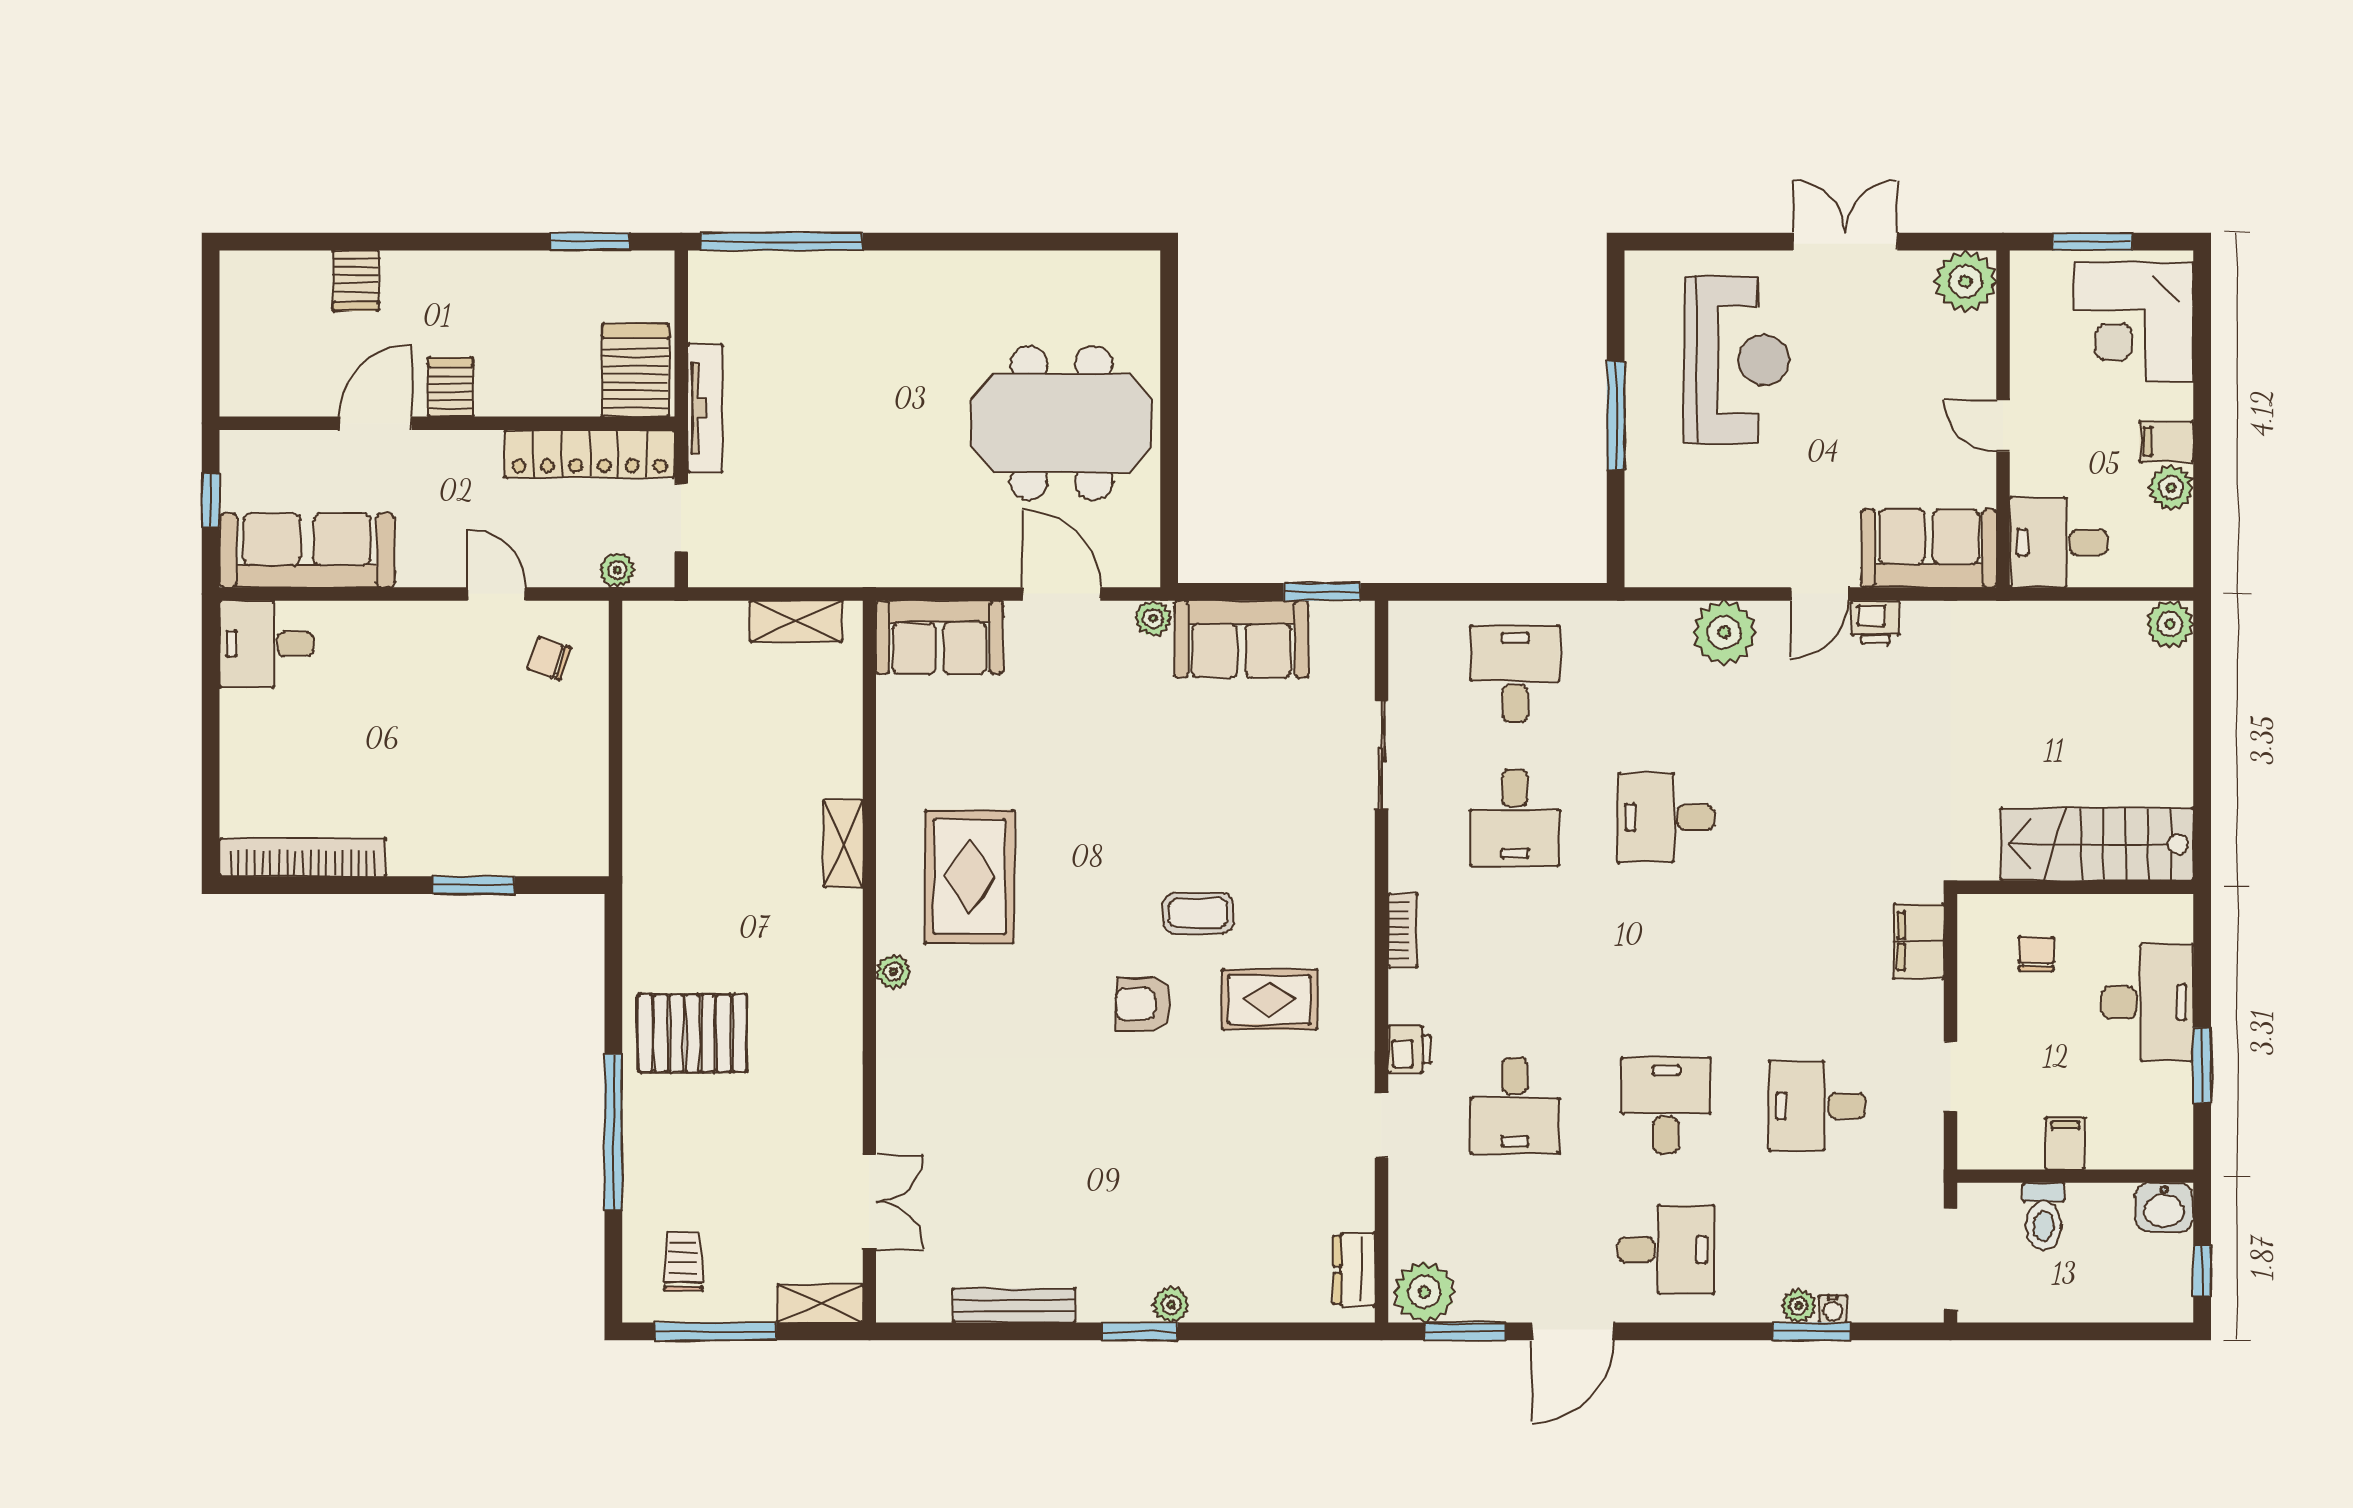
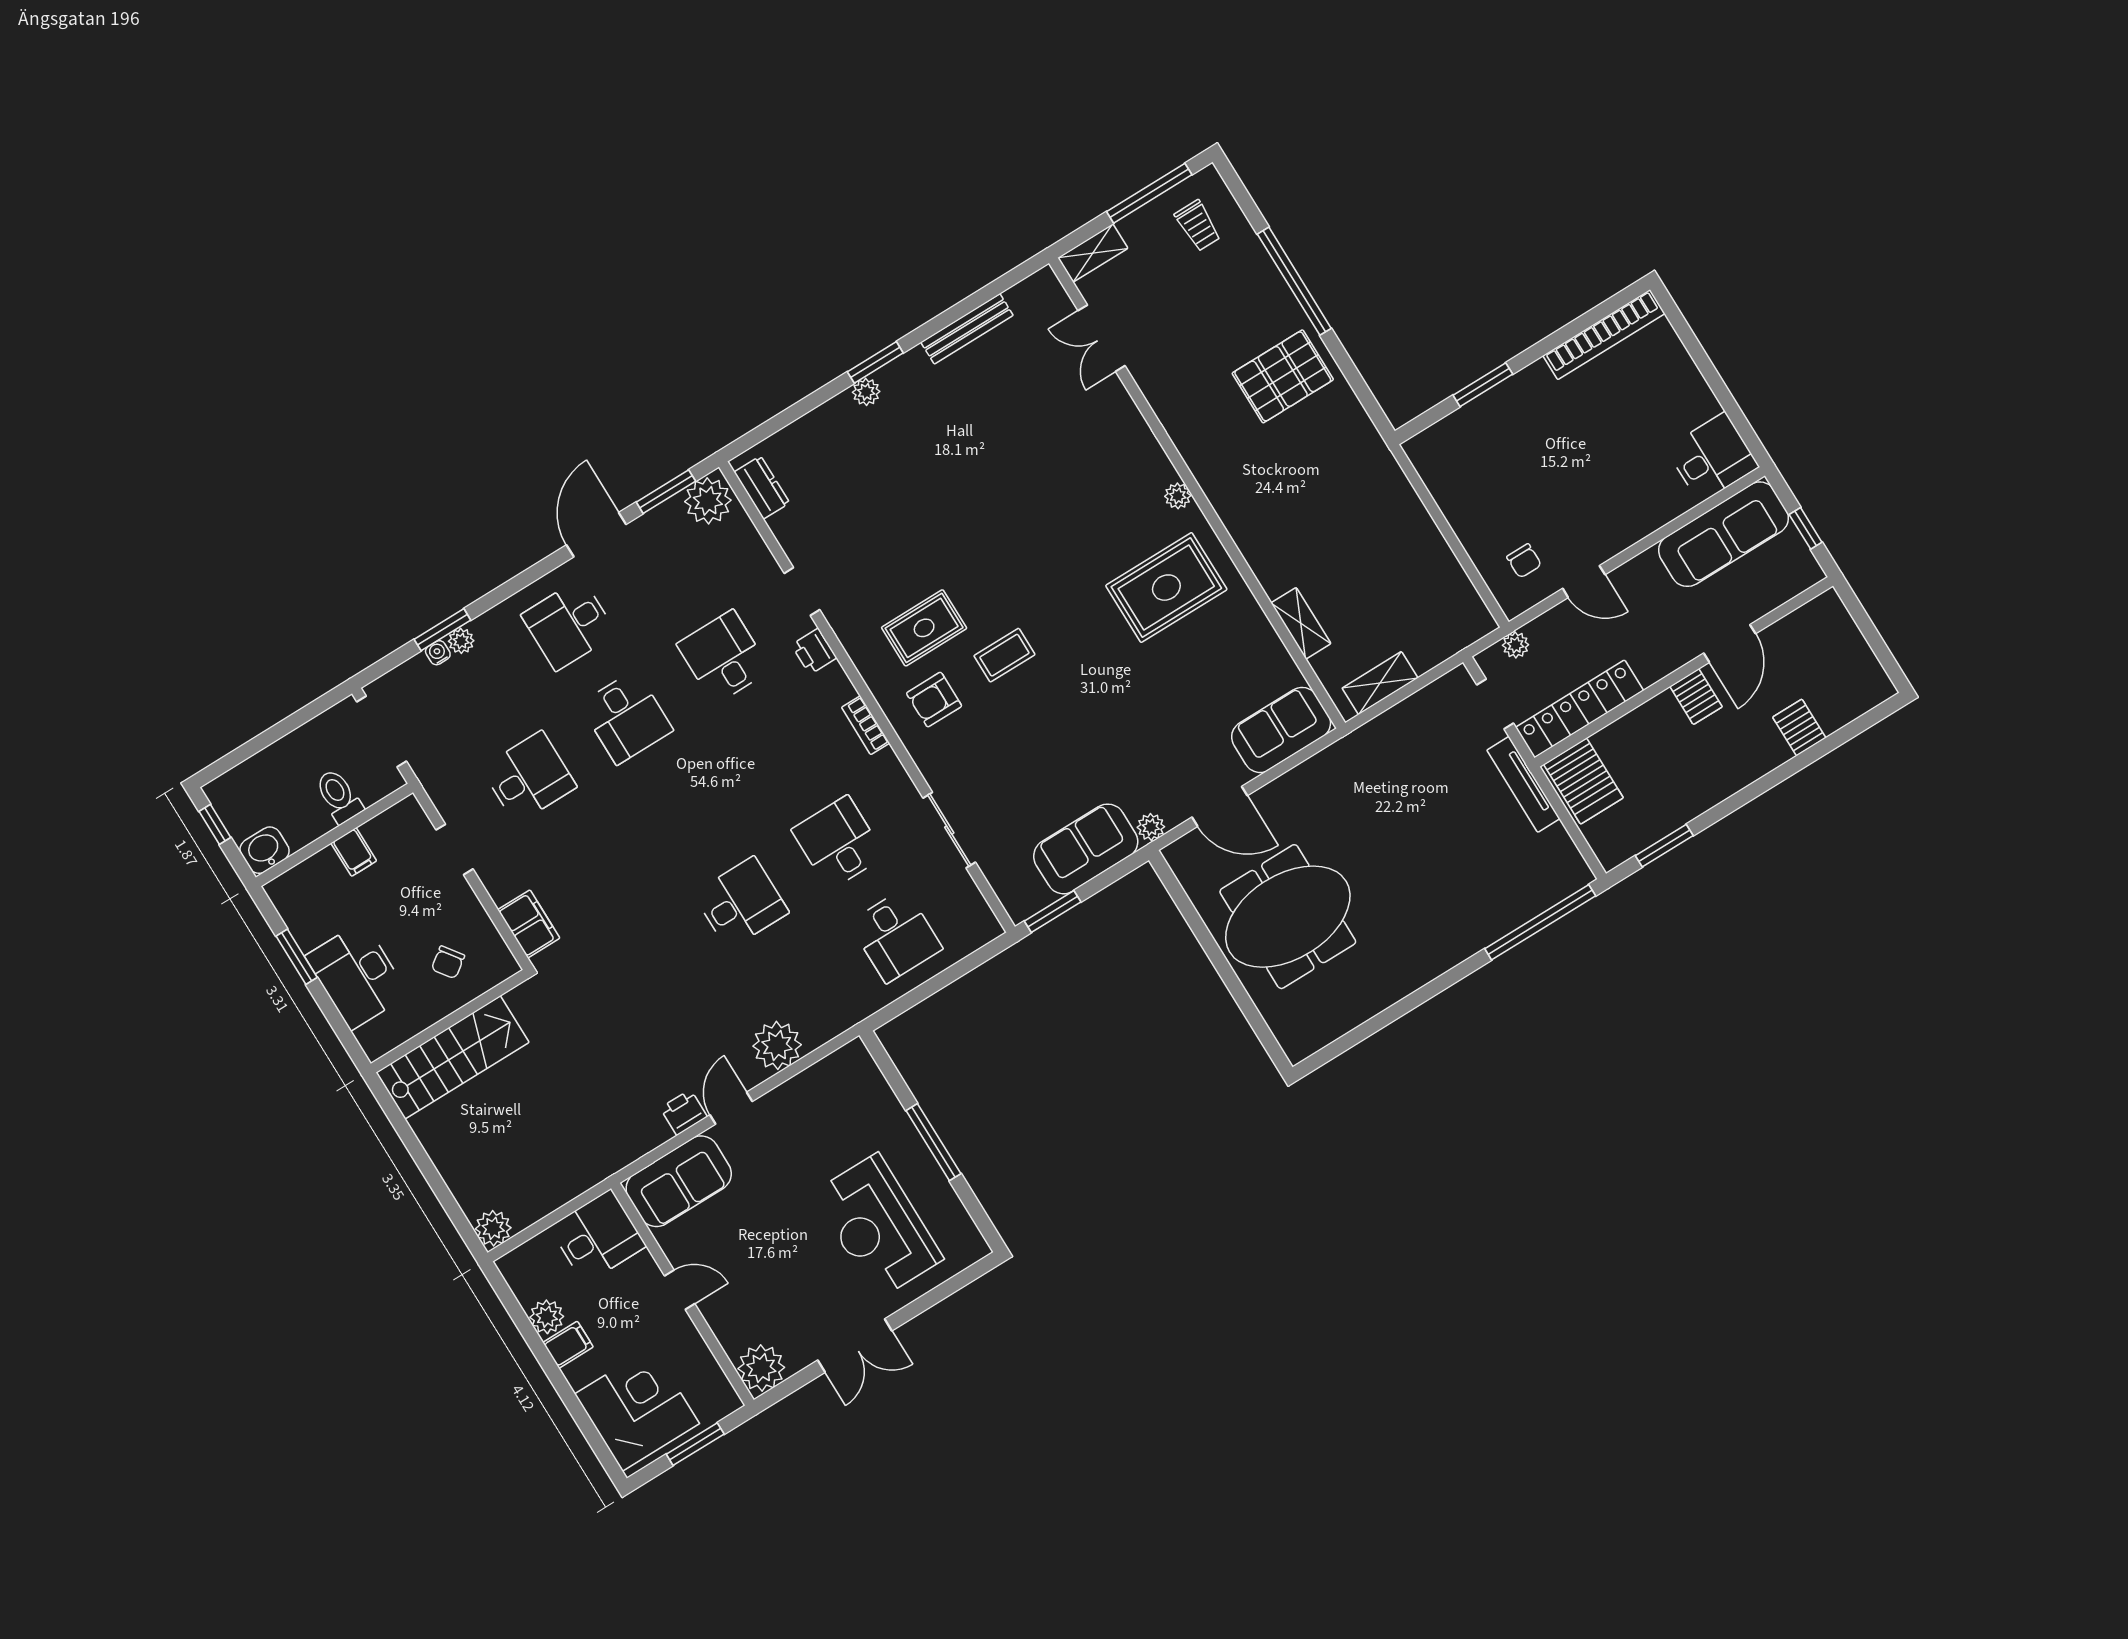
chair: (549, 659) -> (1524, 561), turned 72
shelving: (843, 844) -> (1301, 623), moved
rug: (970, 877) -> (1166, 588), turned 90
chair: (2036, 954) -> (448, 962), turned 54
armchair: (1143, 1004) -> (934, 700), moved, turned 180

